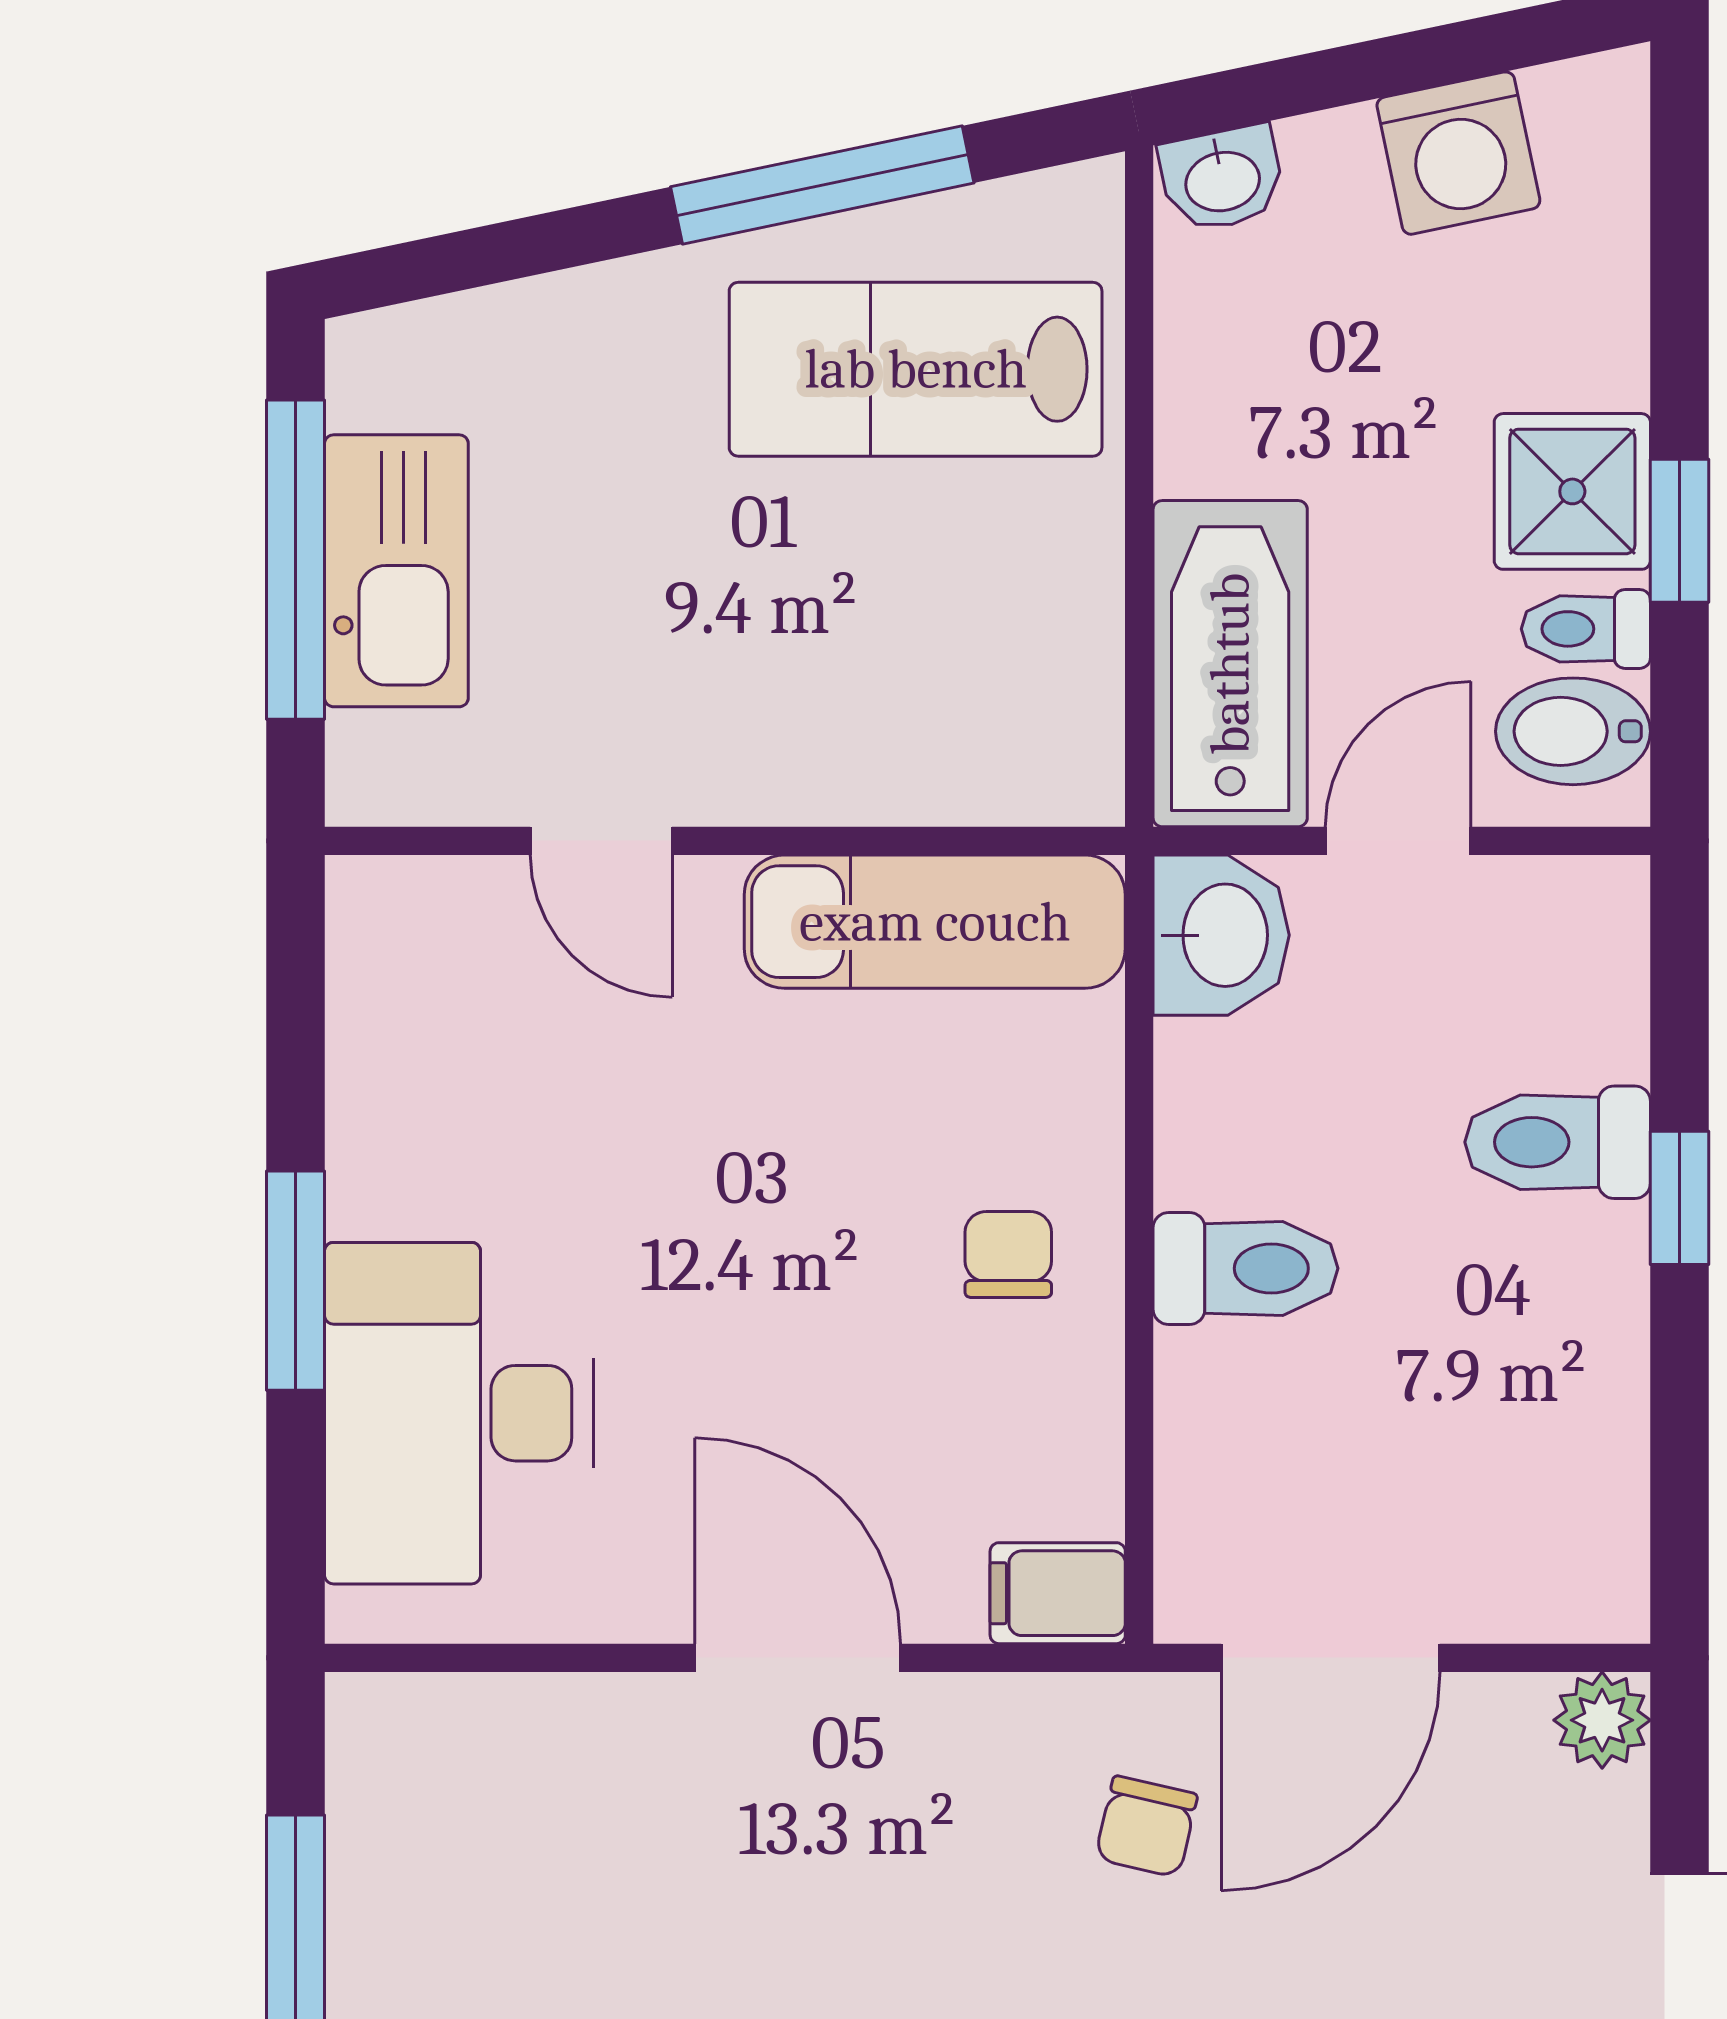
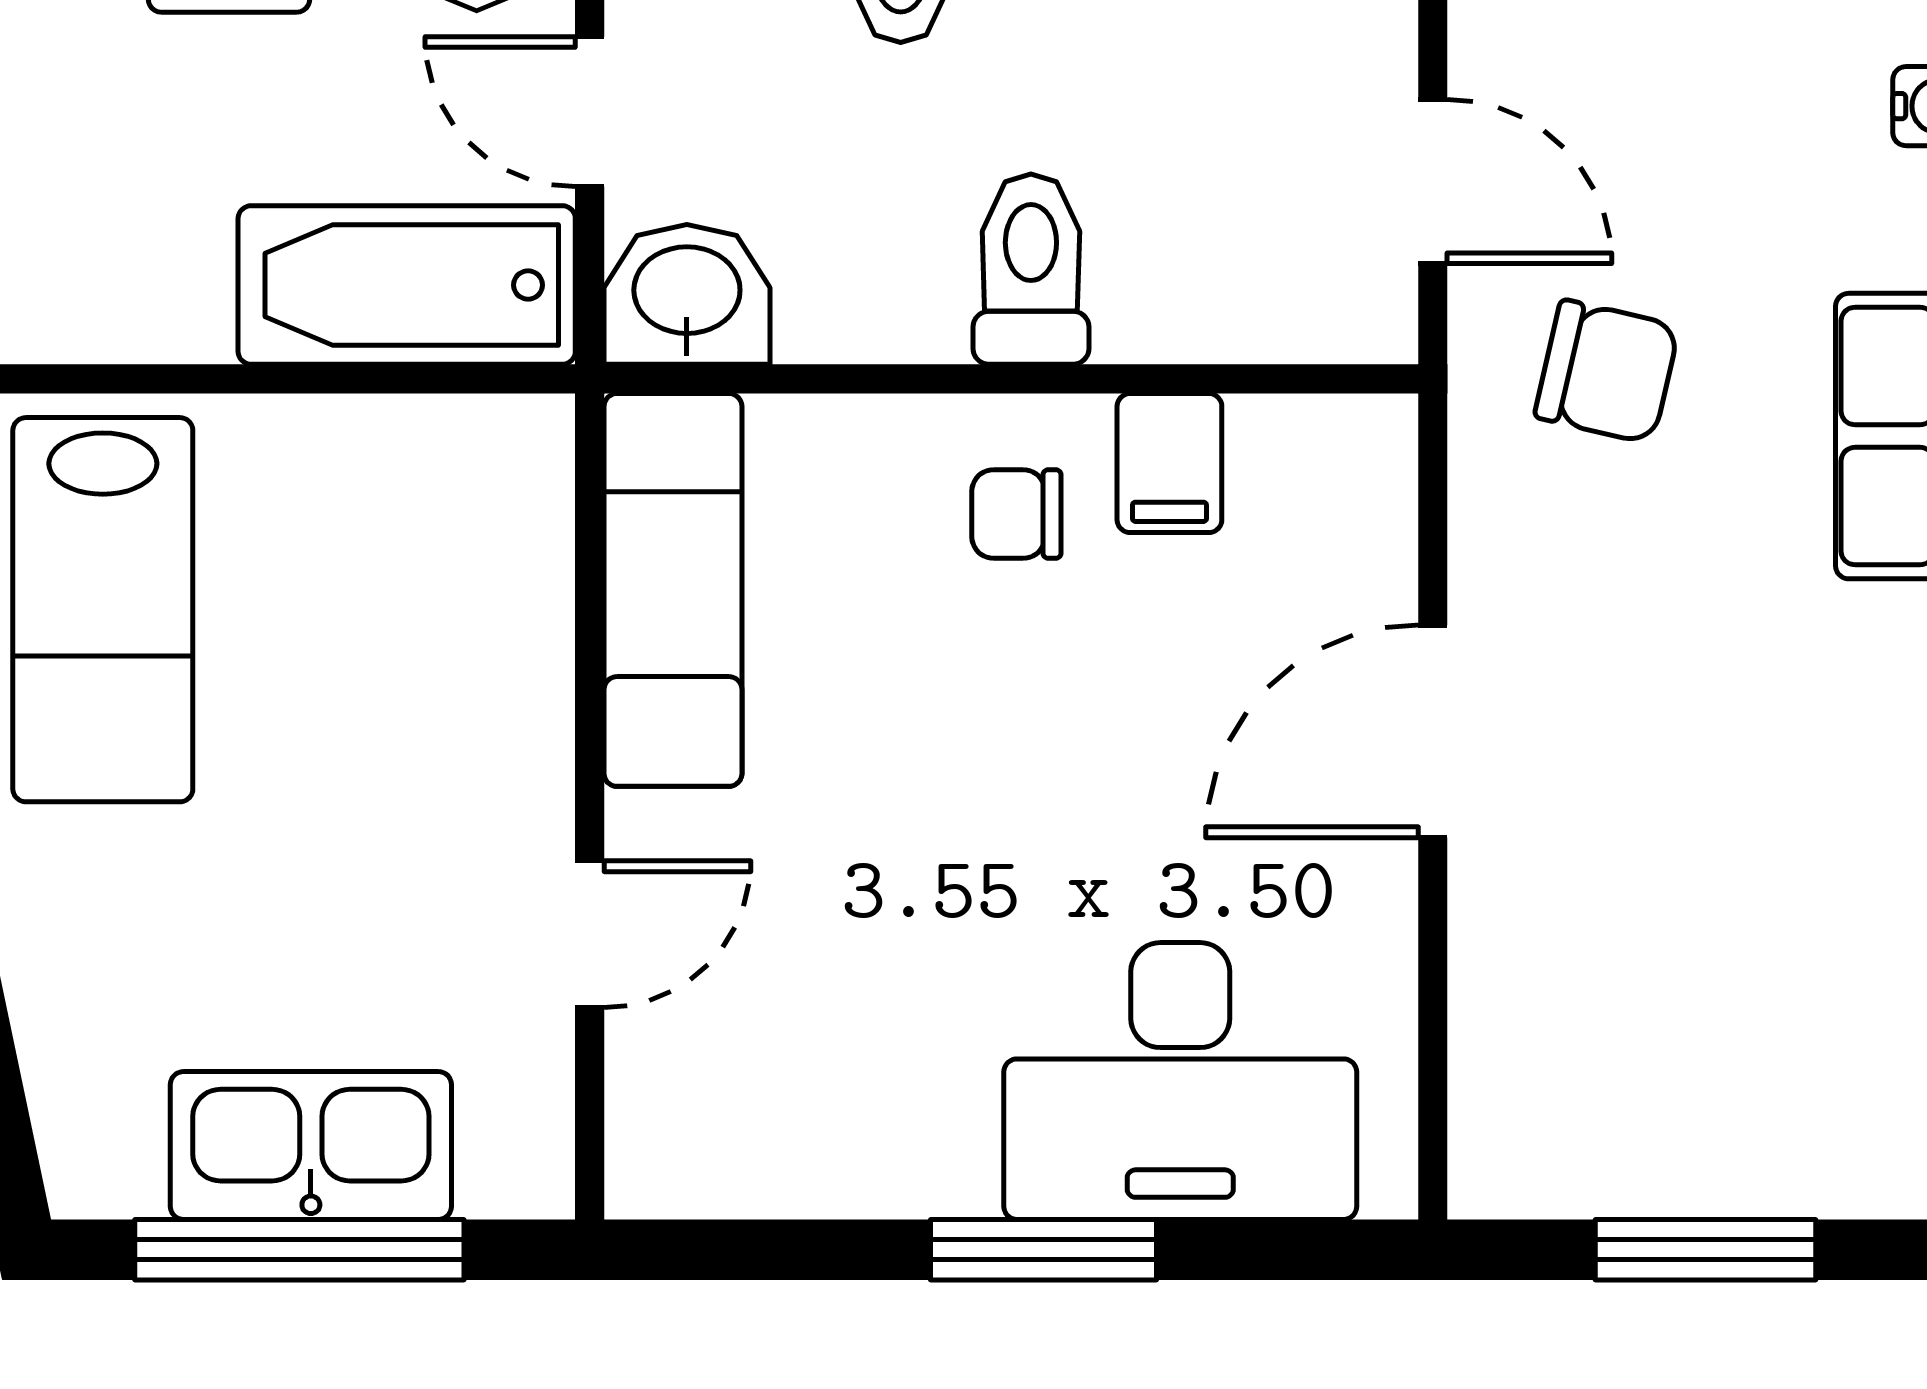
filing cabinet: (1058, 1593) -> (1169, 463), moved
door: (1330, 1658) -> (1433, 181), width x0.73
chair: (1146, 1827) -> (1607, 372), width x1.37, depth x1.37

